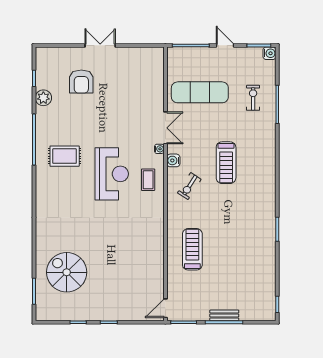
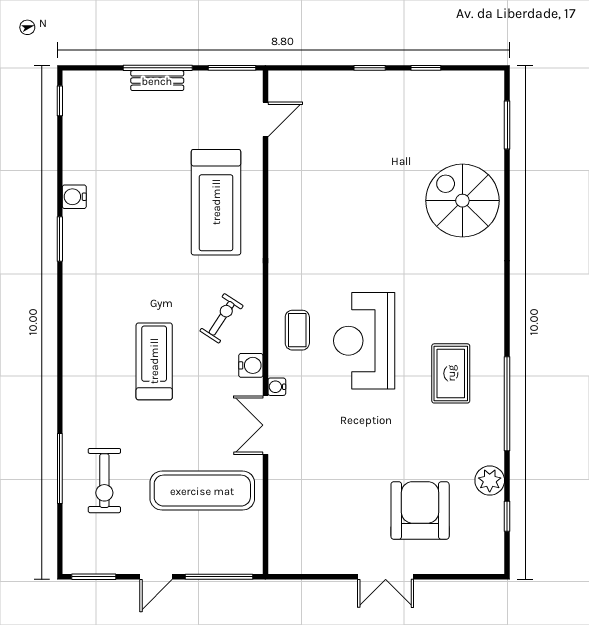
door: (225, 45) -> (156, 577), hinge flipped
water cooler: (269, 53) -> (74, 197), moved
armchair: (81, 81) -> (420, 511), width x1.36, depth x1.36
exercise bike: (253, 98) -> (104, 481), width x1.38, depth x1.39
rug: (65, 156) -> (451, 373), turned 90
treadmill: (192, 249) -> (216, 202), width x1.37, depth x1.38
spiral stairs: (67, 272) -> (462, 201), moved, turned 180
door: (165, 308) -> (265, 119), moved

